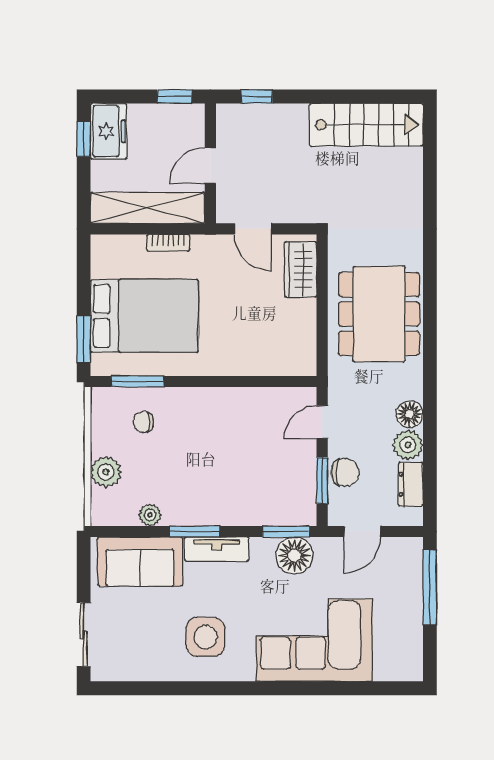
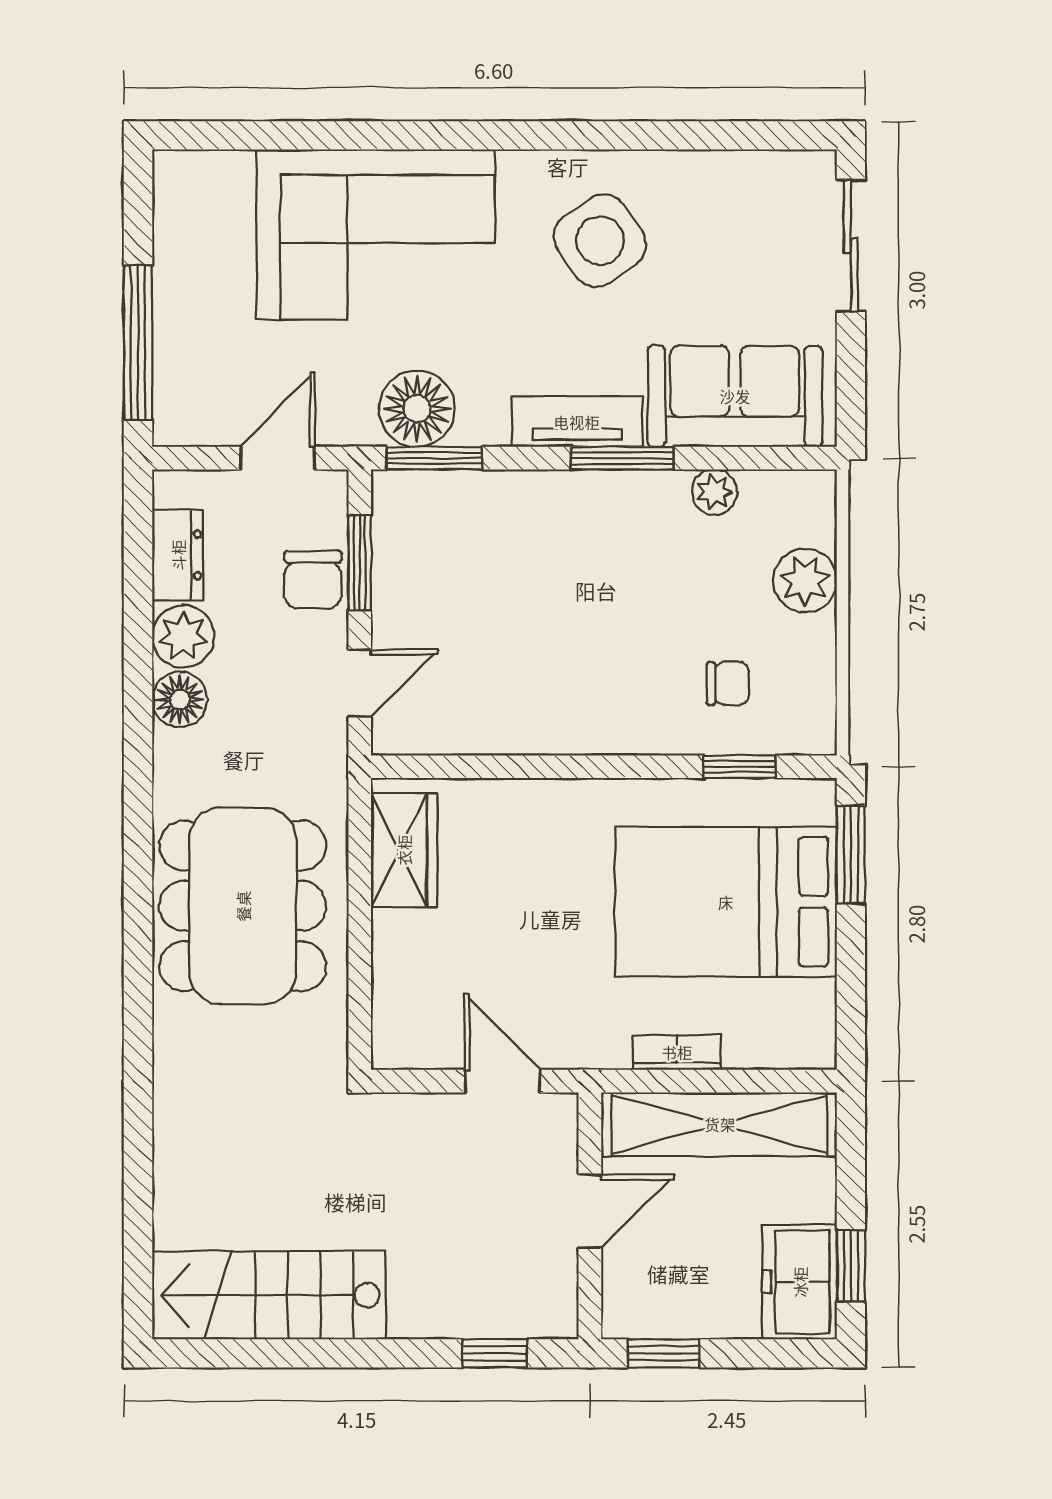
wardrobe: (301, 269) -> (404, 850), moved
window: (138, 381) -> (740, 767), width x0.67
chair: (345, 472) -> (313, 580), turned -90
side table: (206, 637) -> (600, 241), turned -35

